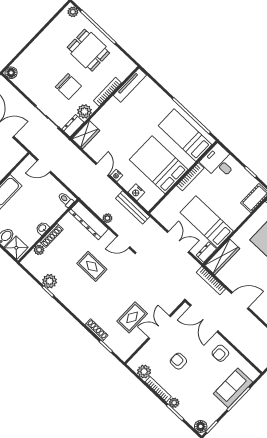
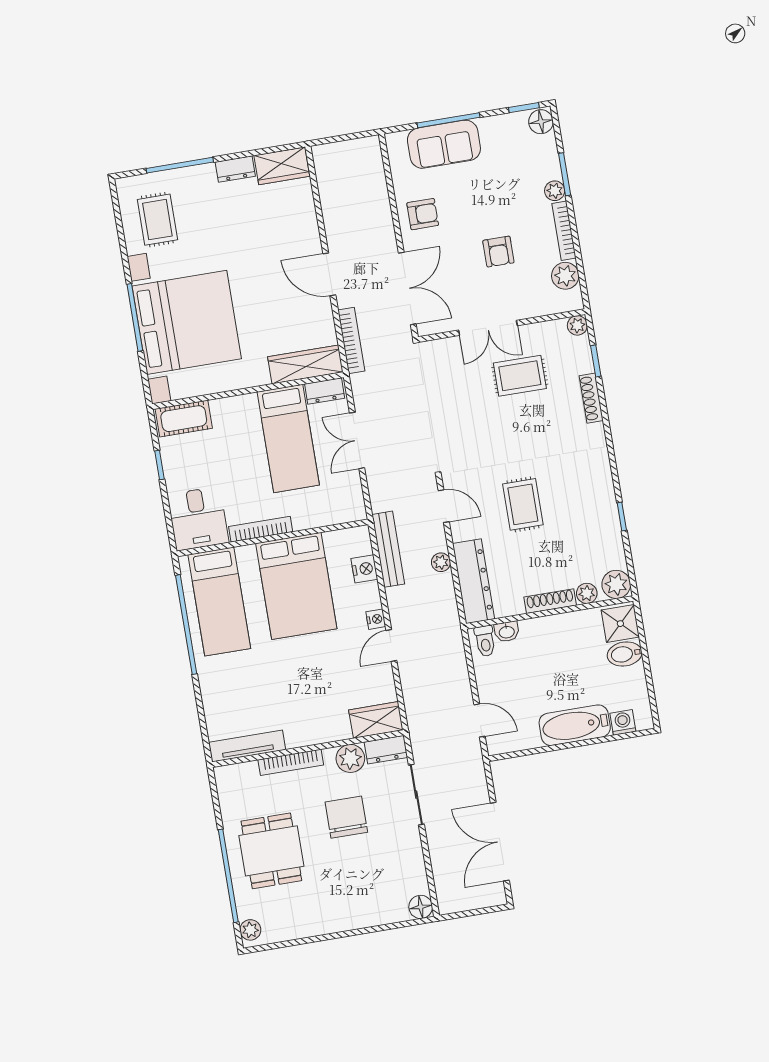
washbasin: (42, 228) -> (507, 632), moved
plant: (50, 281) -> (616, 584), moved
plant: (124, 355) -> (577, 325), added

